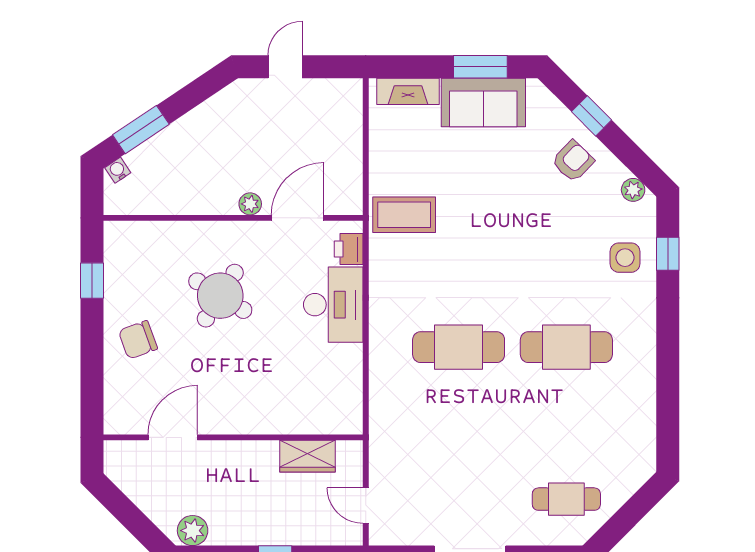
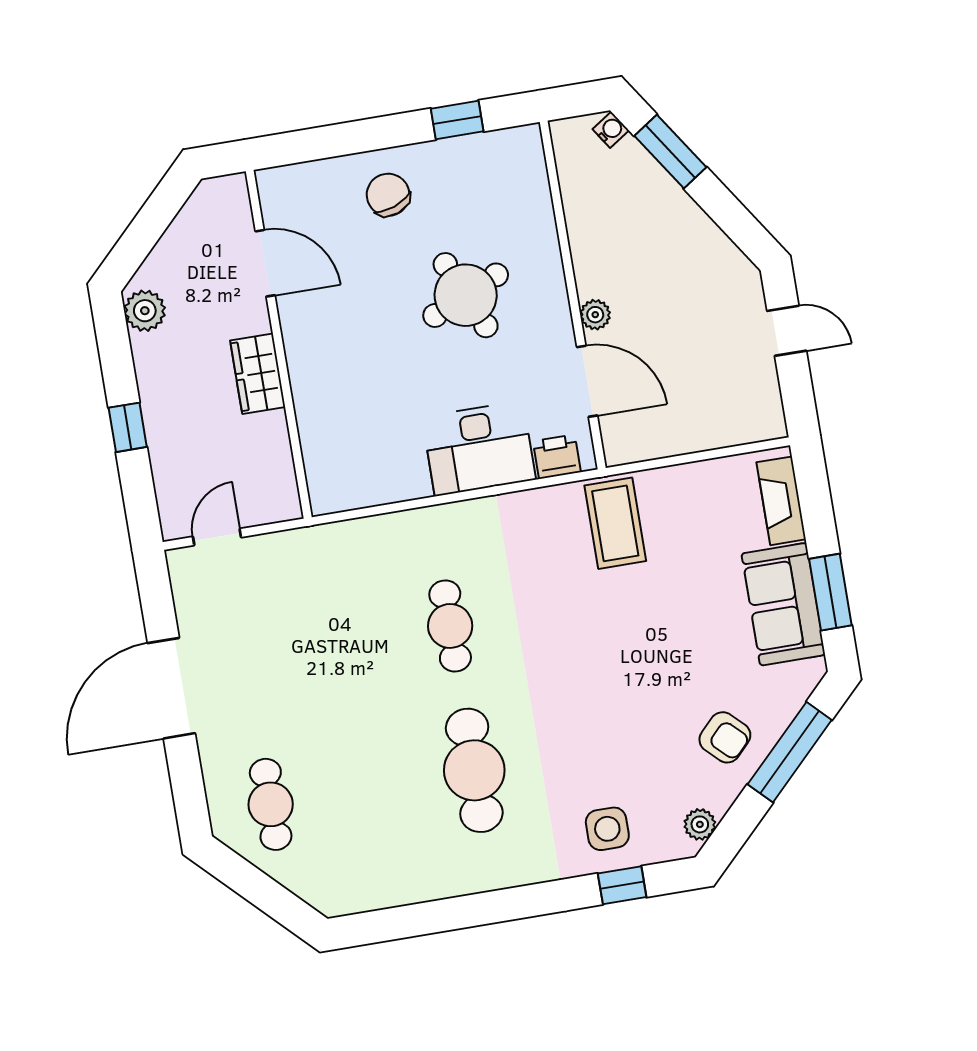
window: (591, 116) -> (790, 752), width x2.17
round table: (220, 296) -> (466, 295), turned 34
cafe table: (459, 347) -> (450, 626), width x0.73, depth x0.74
wardrobe: (308, 456) -> (258, 374), moved

